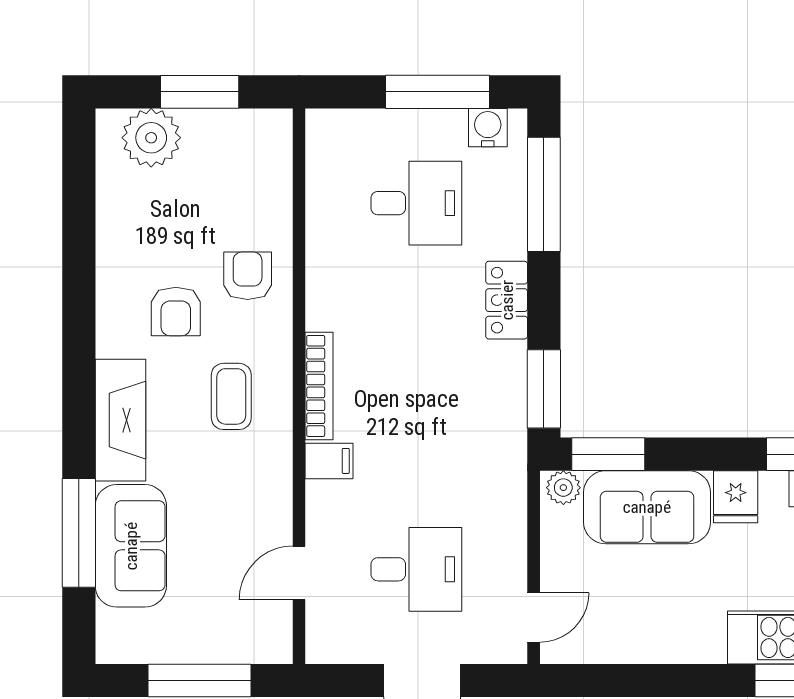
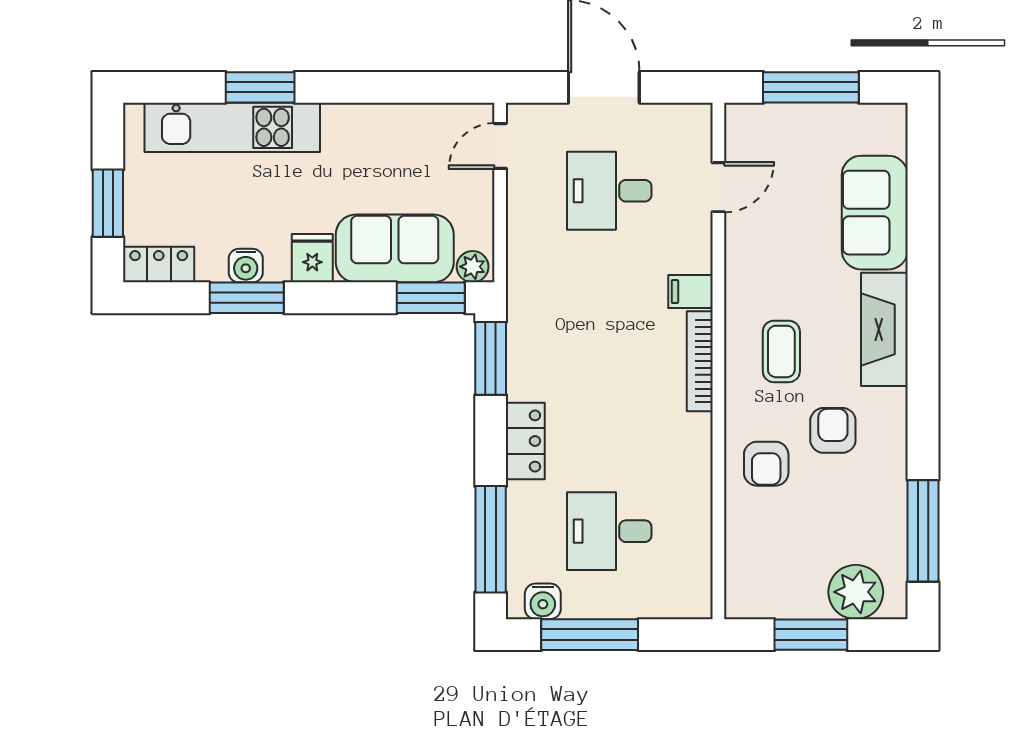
window: (79, 533) -> (923, 531), moved

